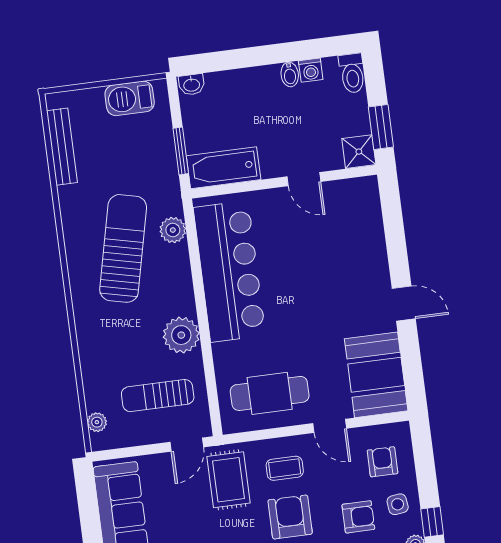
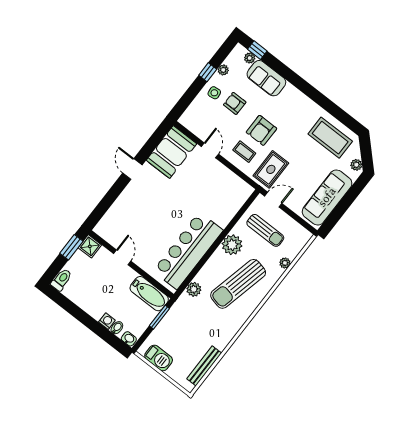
washing machine: (311, 70) -> (107, 321), moved
bidet: (290, 74) -> (117, 328), moved
sun lounger: (123, 248) -> (238, 284), moved
cafe table: (270, 393) -> (221, 187), removed
plant: (97, 422) -> (285, 263), moved
armchair: (382, 462) -> (203, 115), removed

